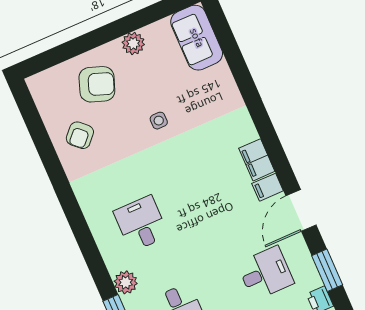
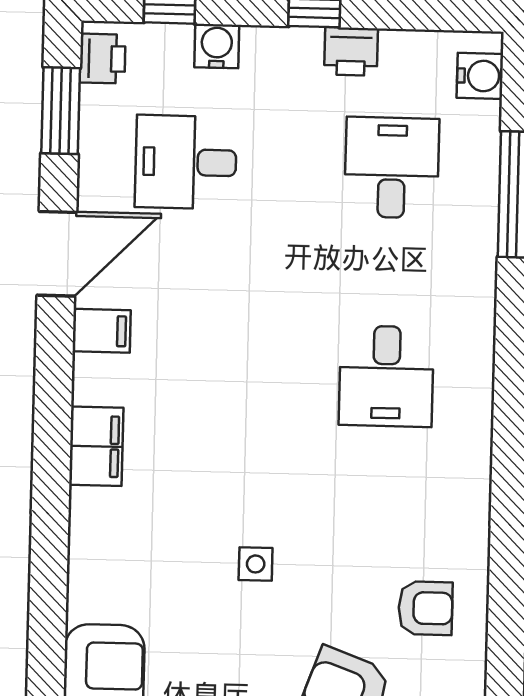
armchair: (80, 135) -> (425, 608), turned 47
filing cabinet: (257, 160) -> (96, 446), moved
plant: (126, 282) -> (471, 274), removed

